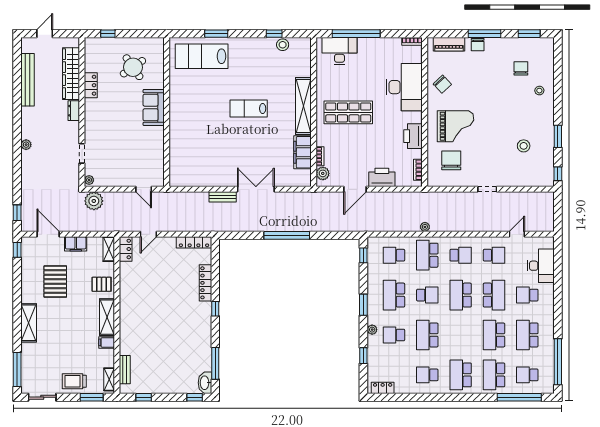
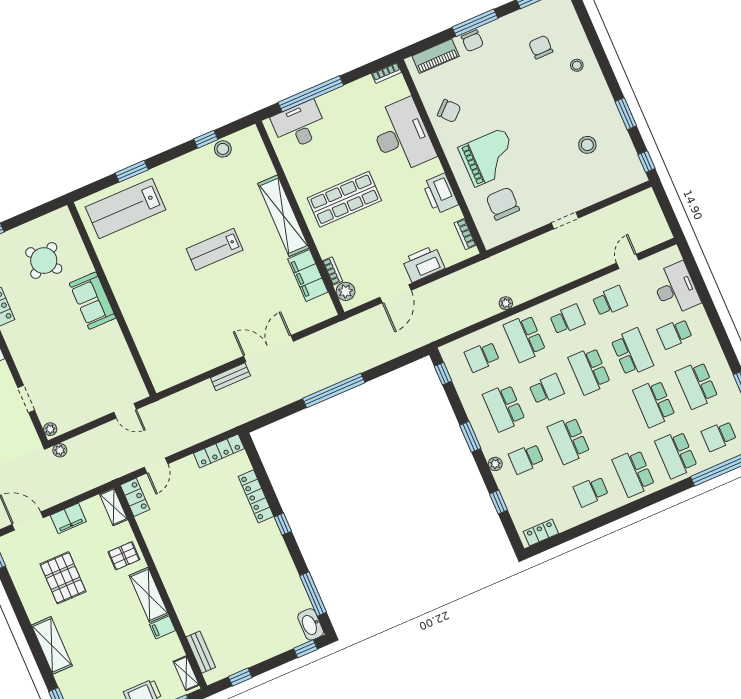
plant: (94, 201) -> (60, 450), width x0.53, depth x0.53

